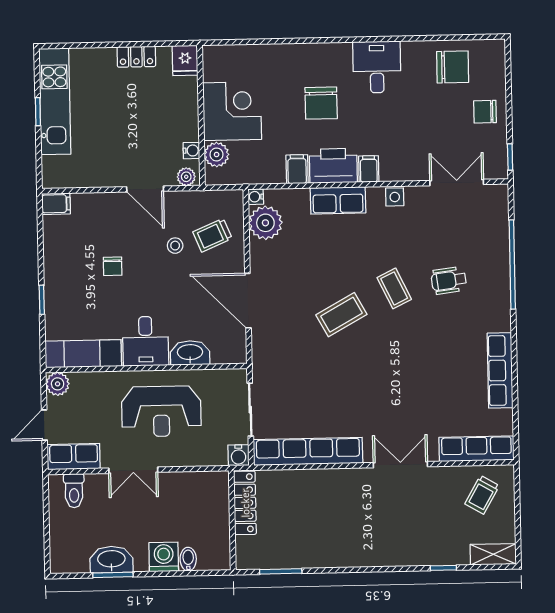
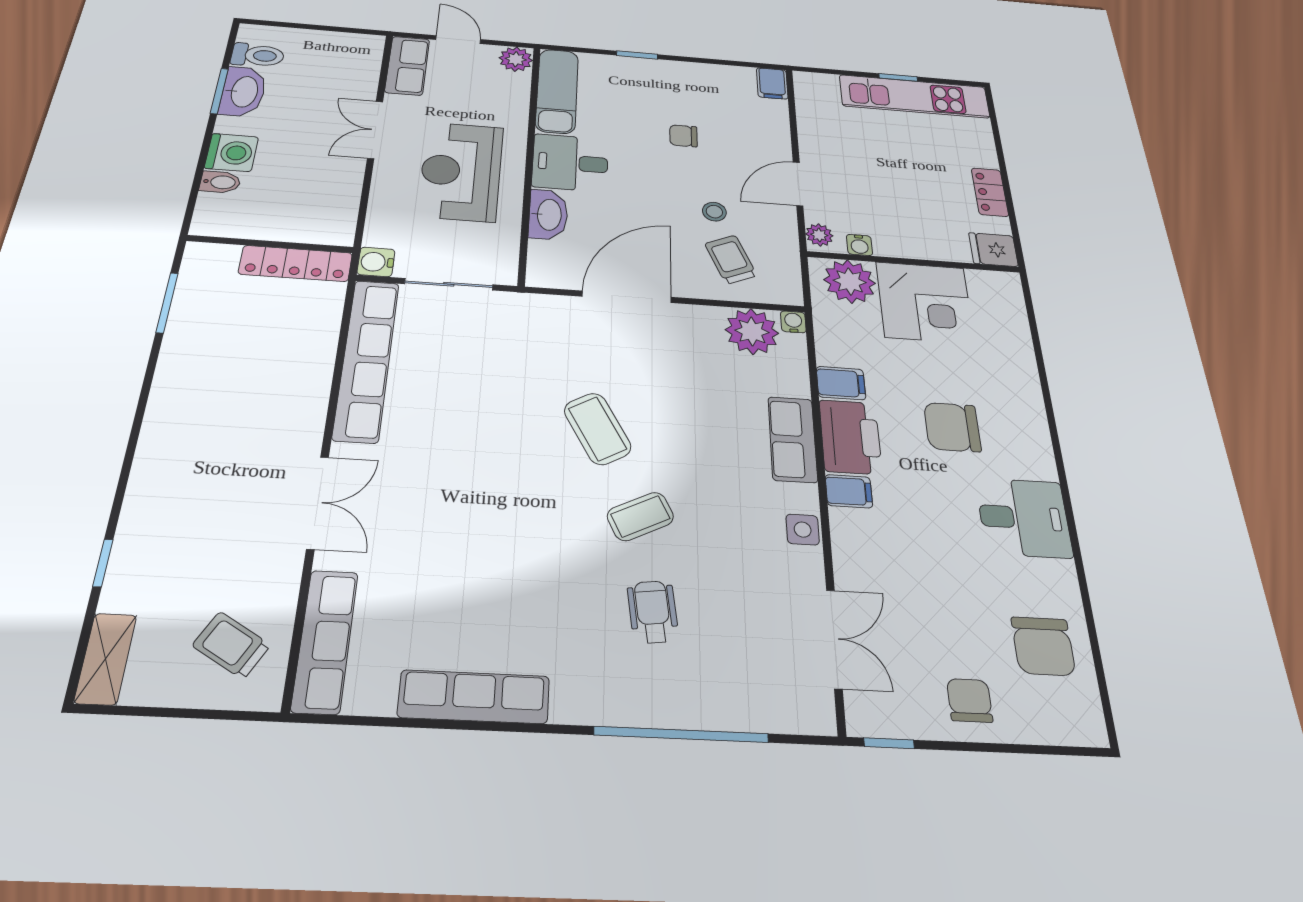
plant: (217, 155) -> (850, 281), width x1.36, depth x1.36
toilet: (74, 491) -> (258, 55), moved, turned 180

